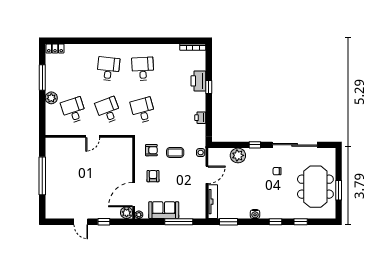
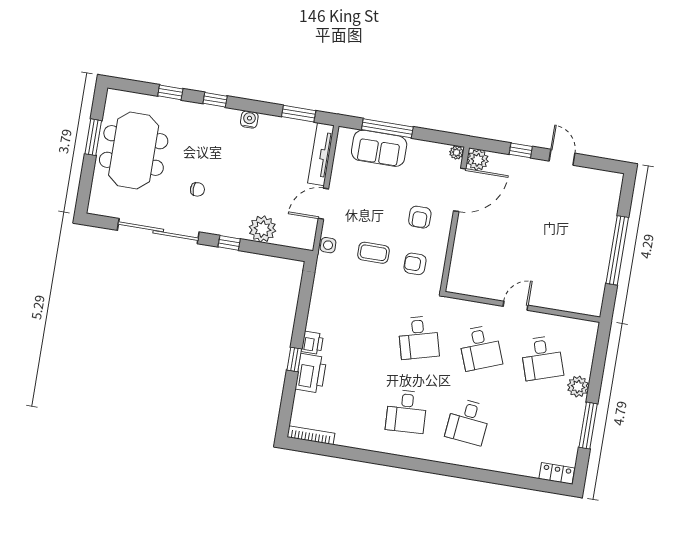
printer: (200, 118) -> (312, 343), moved
sofa: (164, 210) -> (379, 148), moved

